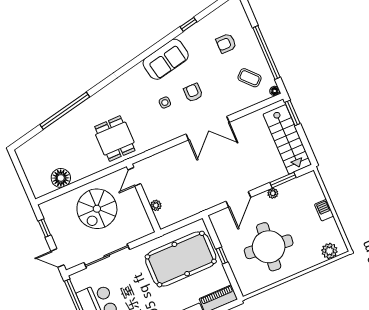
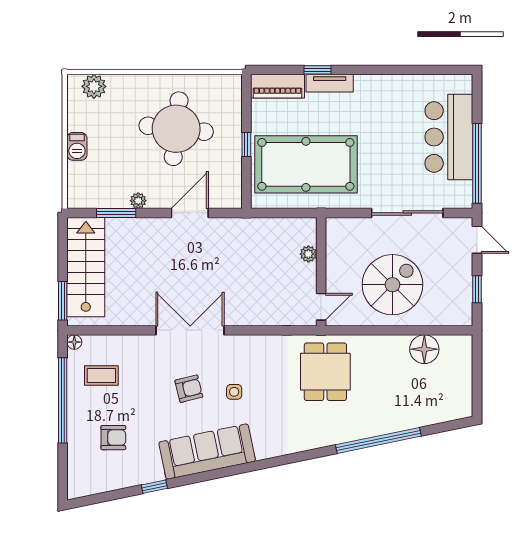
sofa: (166, 59) -> (207, 452), width x1.36
coffee table: (250, 78) -> (101, 376), turned -47
armchair: (193, 93) -> (189, 389), turned -104

